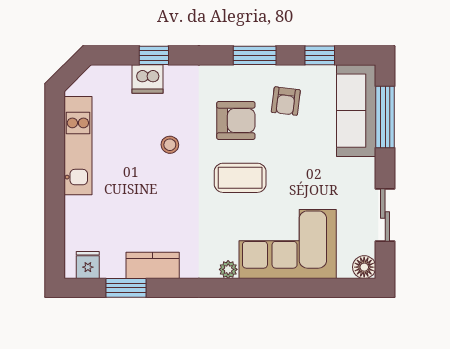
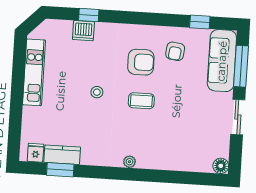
window: (255, 55) -> (156, 19), removed
stool: (170, 145) -> (97, 92), moved
coffee table: (240, 178) -> (141, 101), width x0.73, depth x0.77
sliding door: (385, 215) -> (238, 117), moved
corner sofa: (288, 244) -> (170, 147), removed
kitchen counter: (153, 265) -> (62, 155), moved

